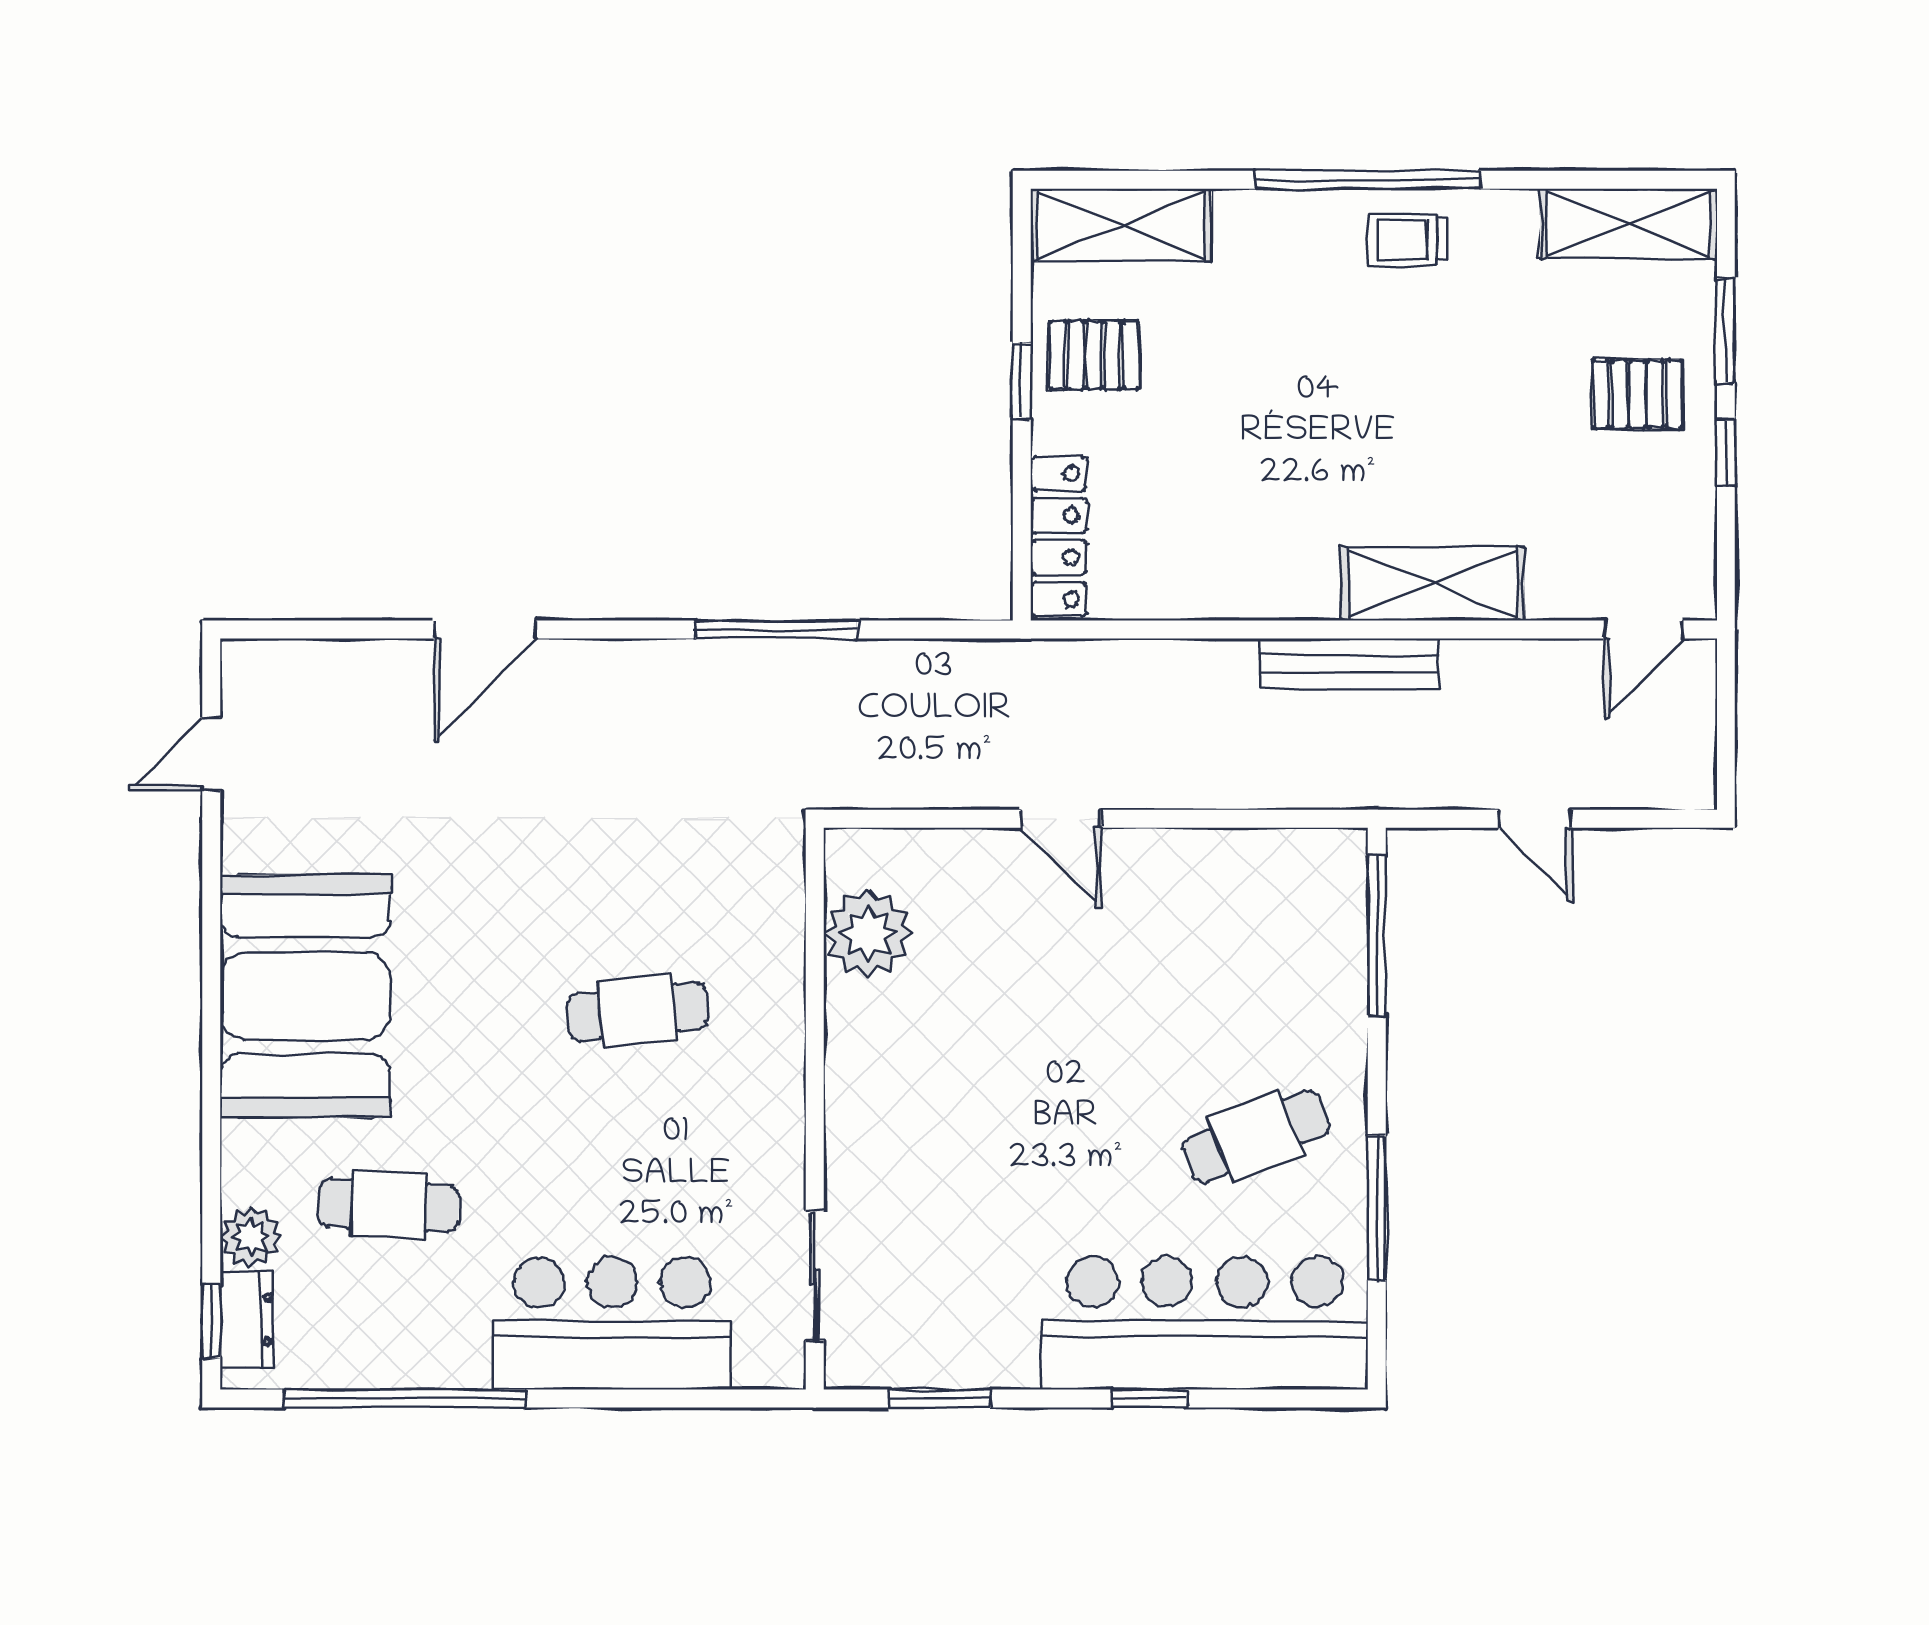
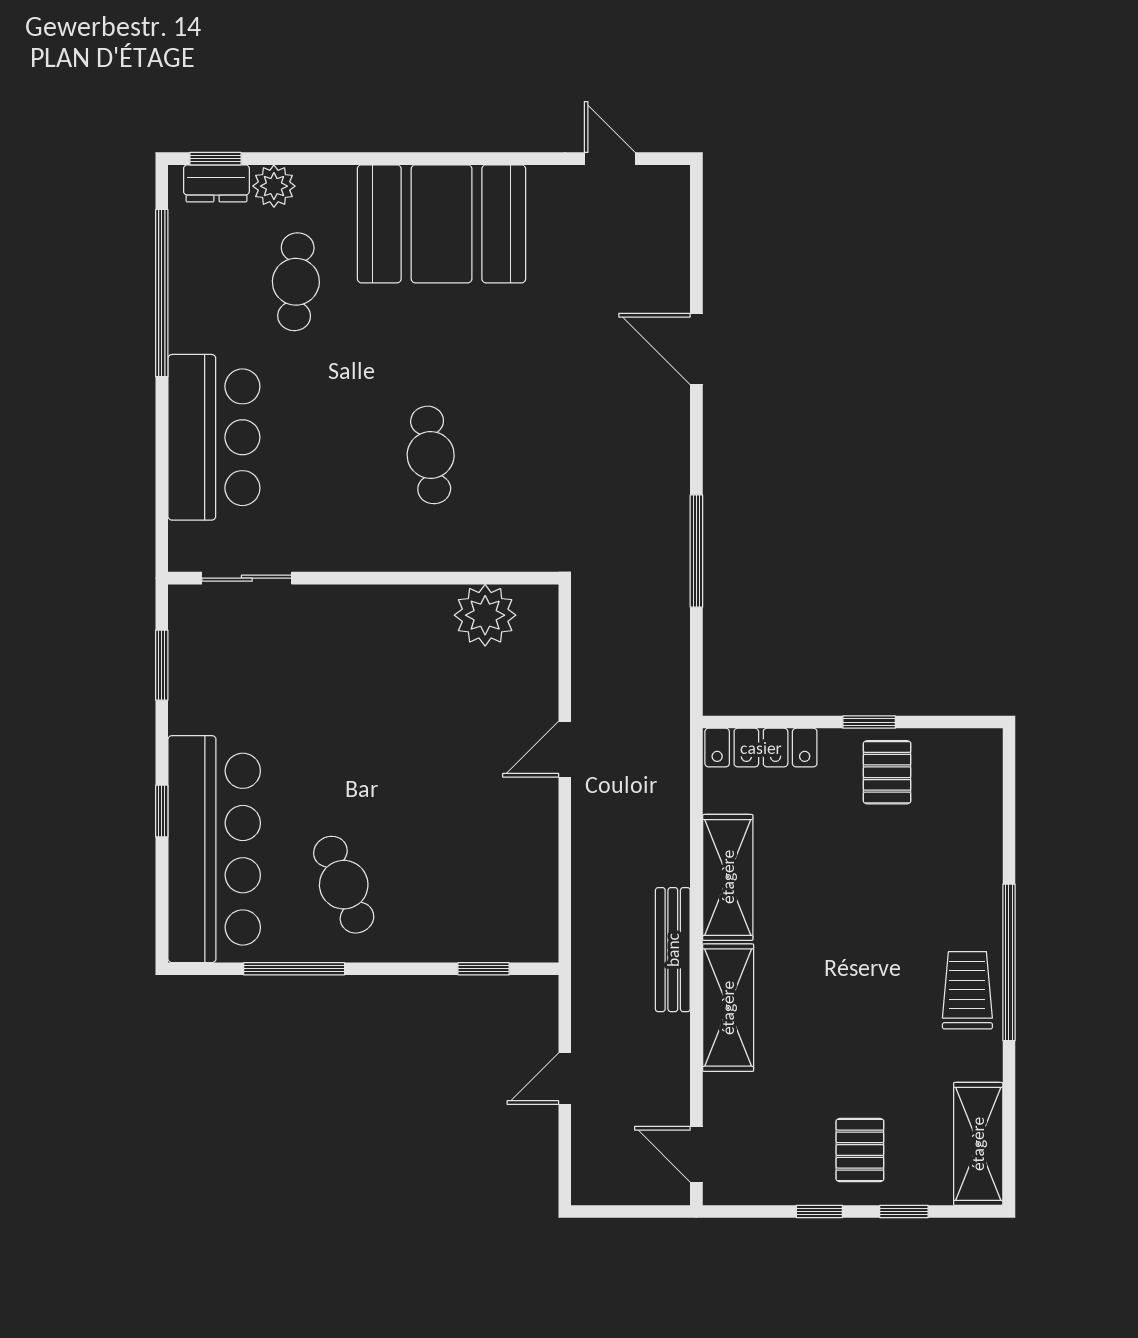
shelving: (1121, 225) -> (728, 877), moved
trolley: (1408, 239) -> (967, 990), width x1.36, depth x1.39
window: (1726, 331) -> (904, 1211), width x0.67
window: (1377, 935) -> (484, 969), width x0.46

